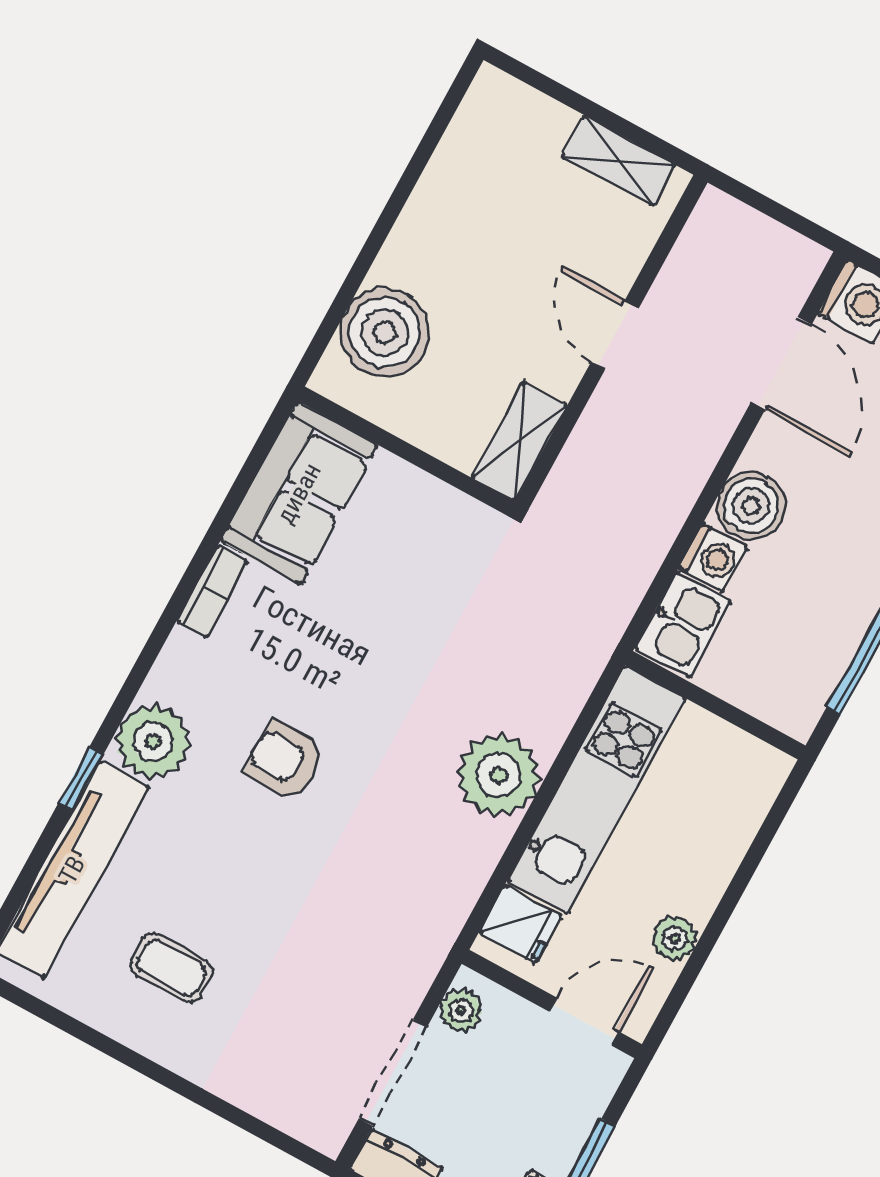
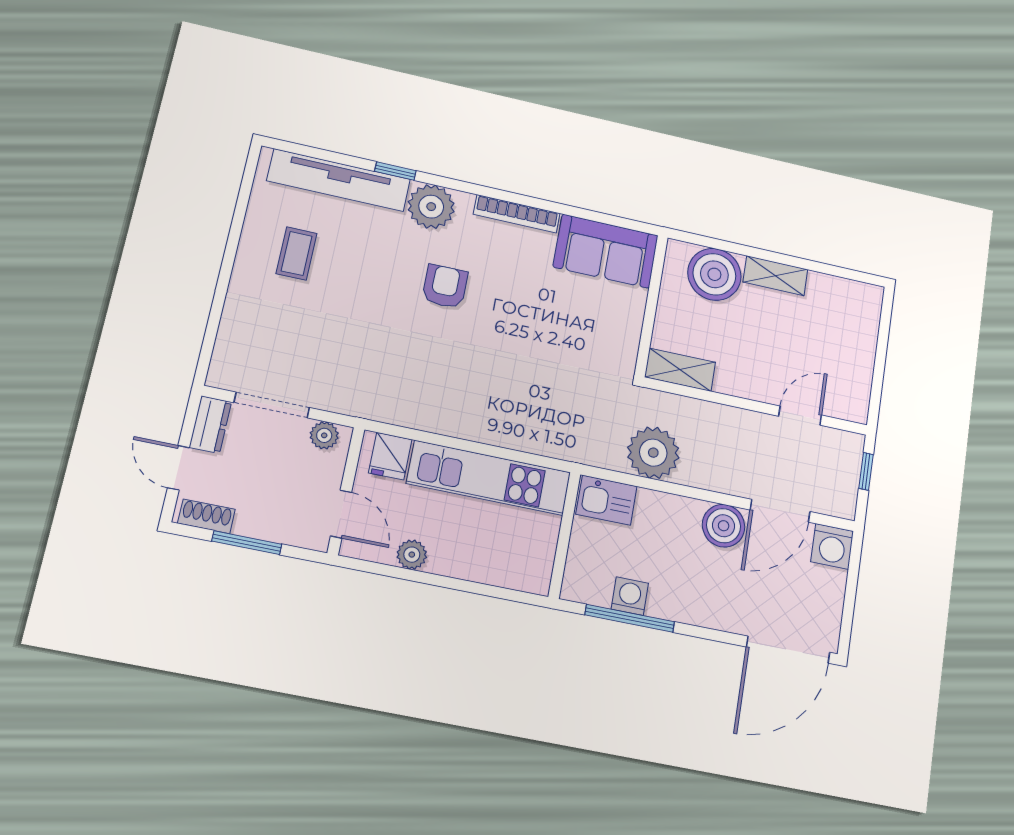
shelving: (619, 161) -> (775, 276), moved, turned 90
window: (764, 204) -> (866, 471), added
door: (615, 335) -> (800, 416), moved
boiler: (751, 506) -> (724, 526), moved
washing machine: (713, 558) -> (630, 596), moved, turned 180
bookcase: (212, 591) -> (517, 214), width x1.56
plant: (499, 775) -> (653, 453), moved

